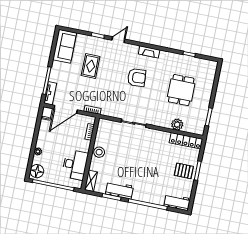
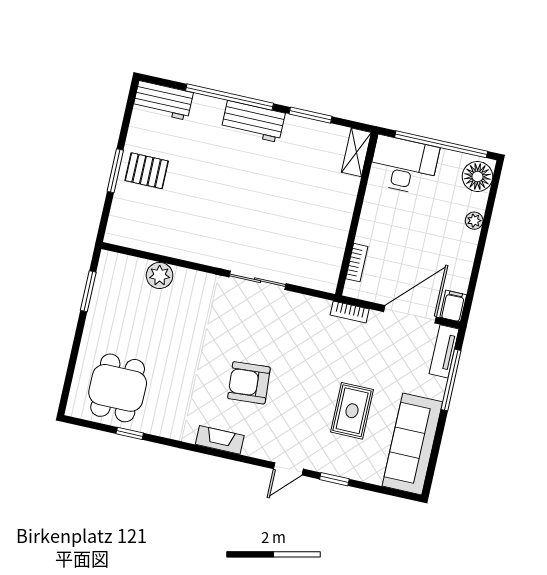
sofa: (65, 46) -> (412, 444), width x1.36
dining table: (181, 90) -> (118, 388), moved
locker: (186, 141) -> (141, 238), removed
stool: (99, 152) -> (337, 217), removed
desk: (75, 165) -> (404, 165), moved, turned 90
workbench: (119, 190) -> (253, 122), moved

